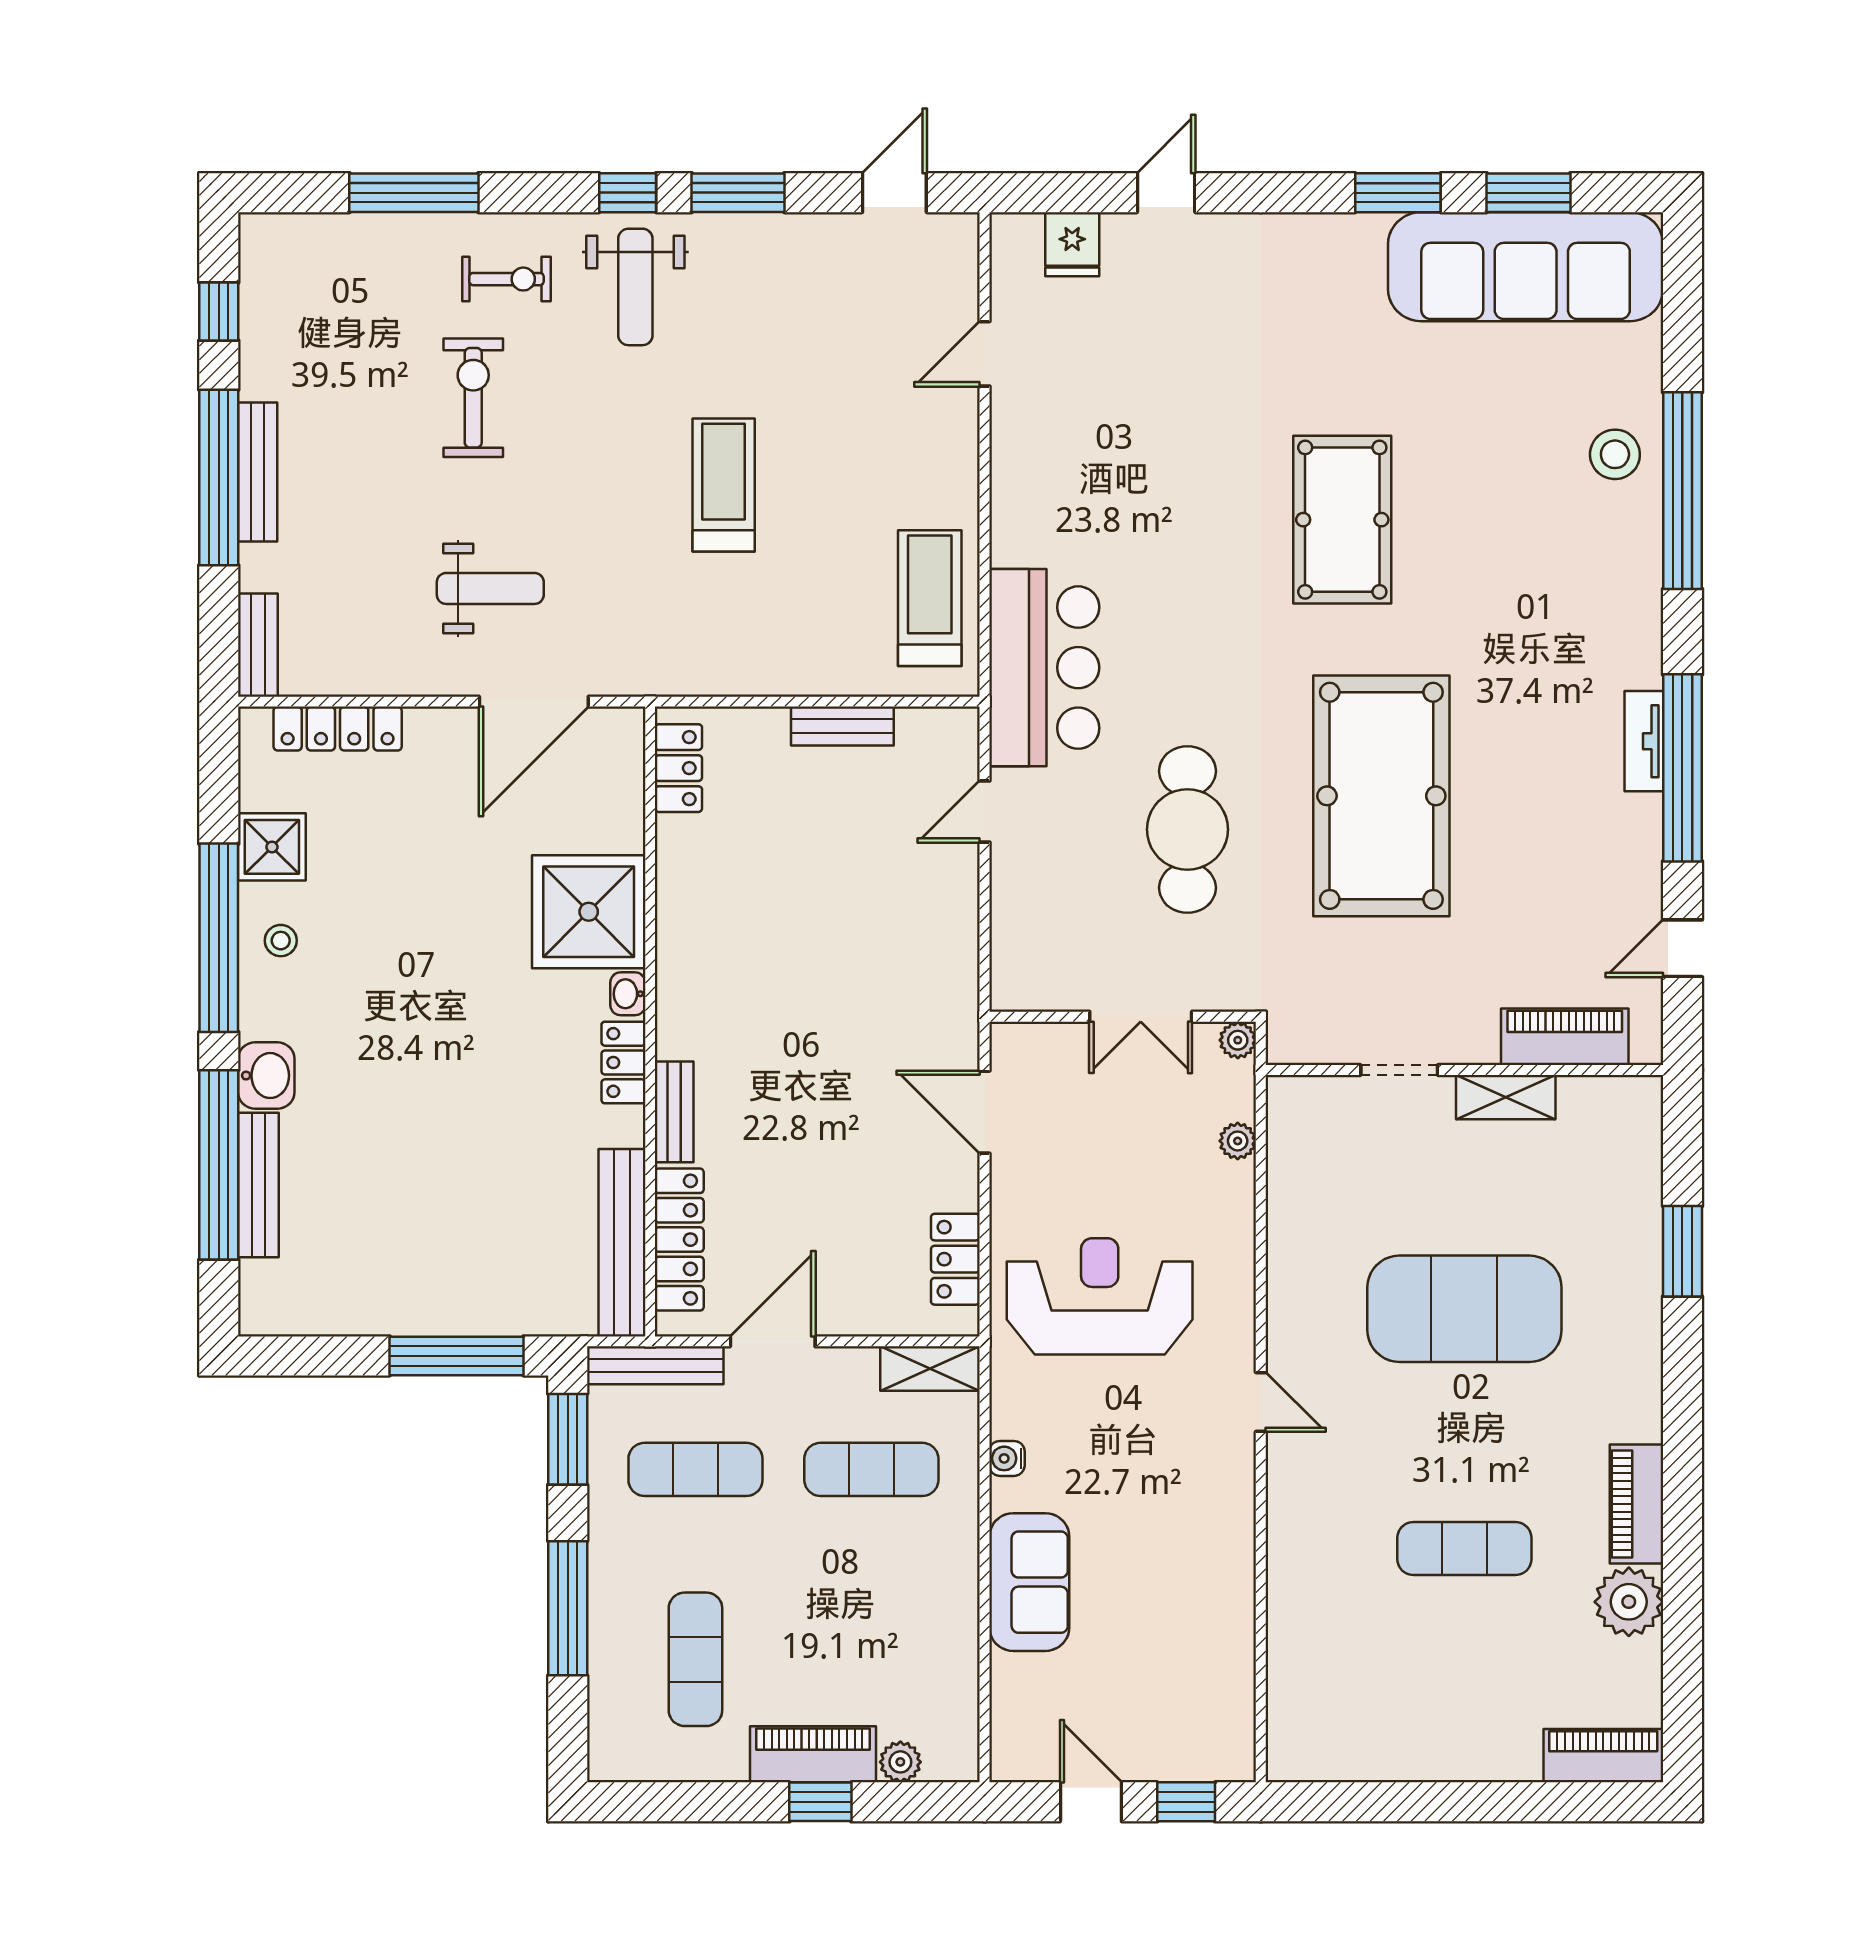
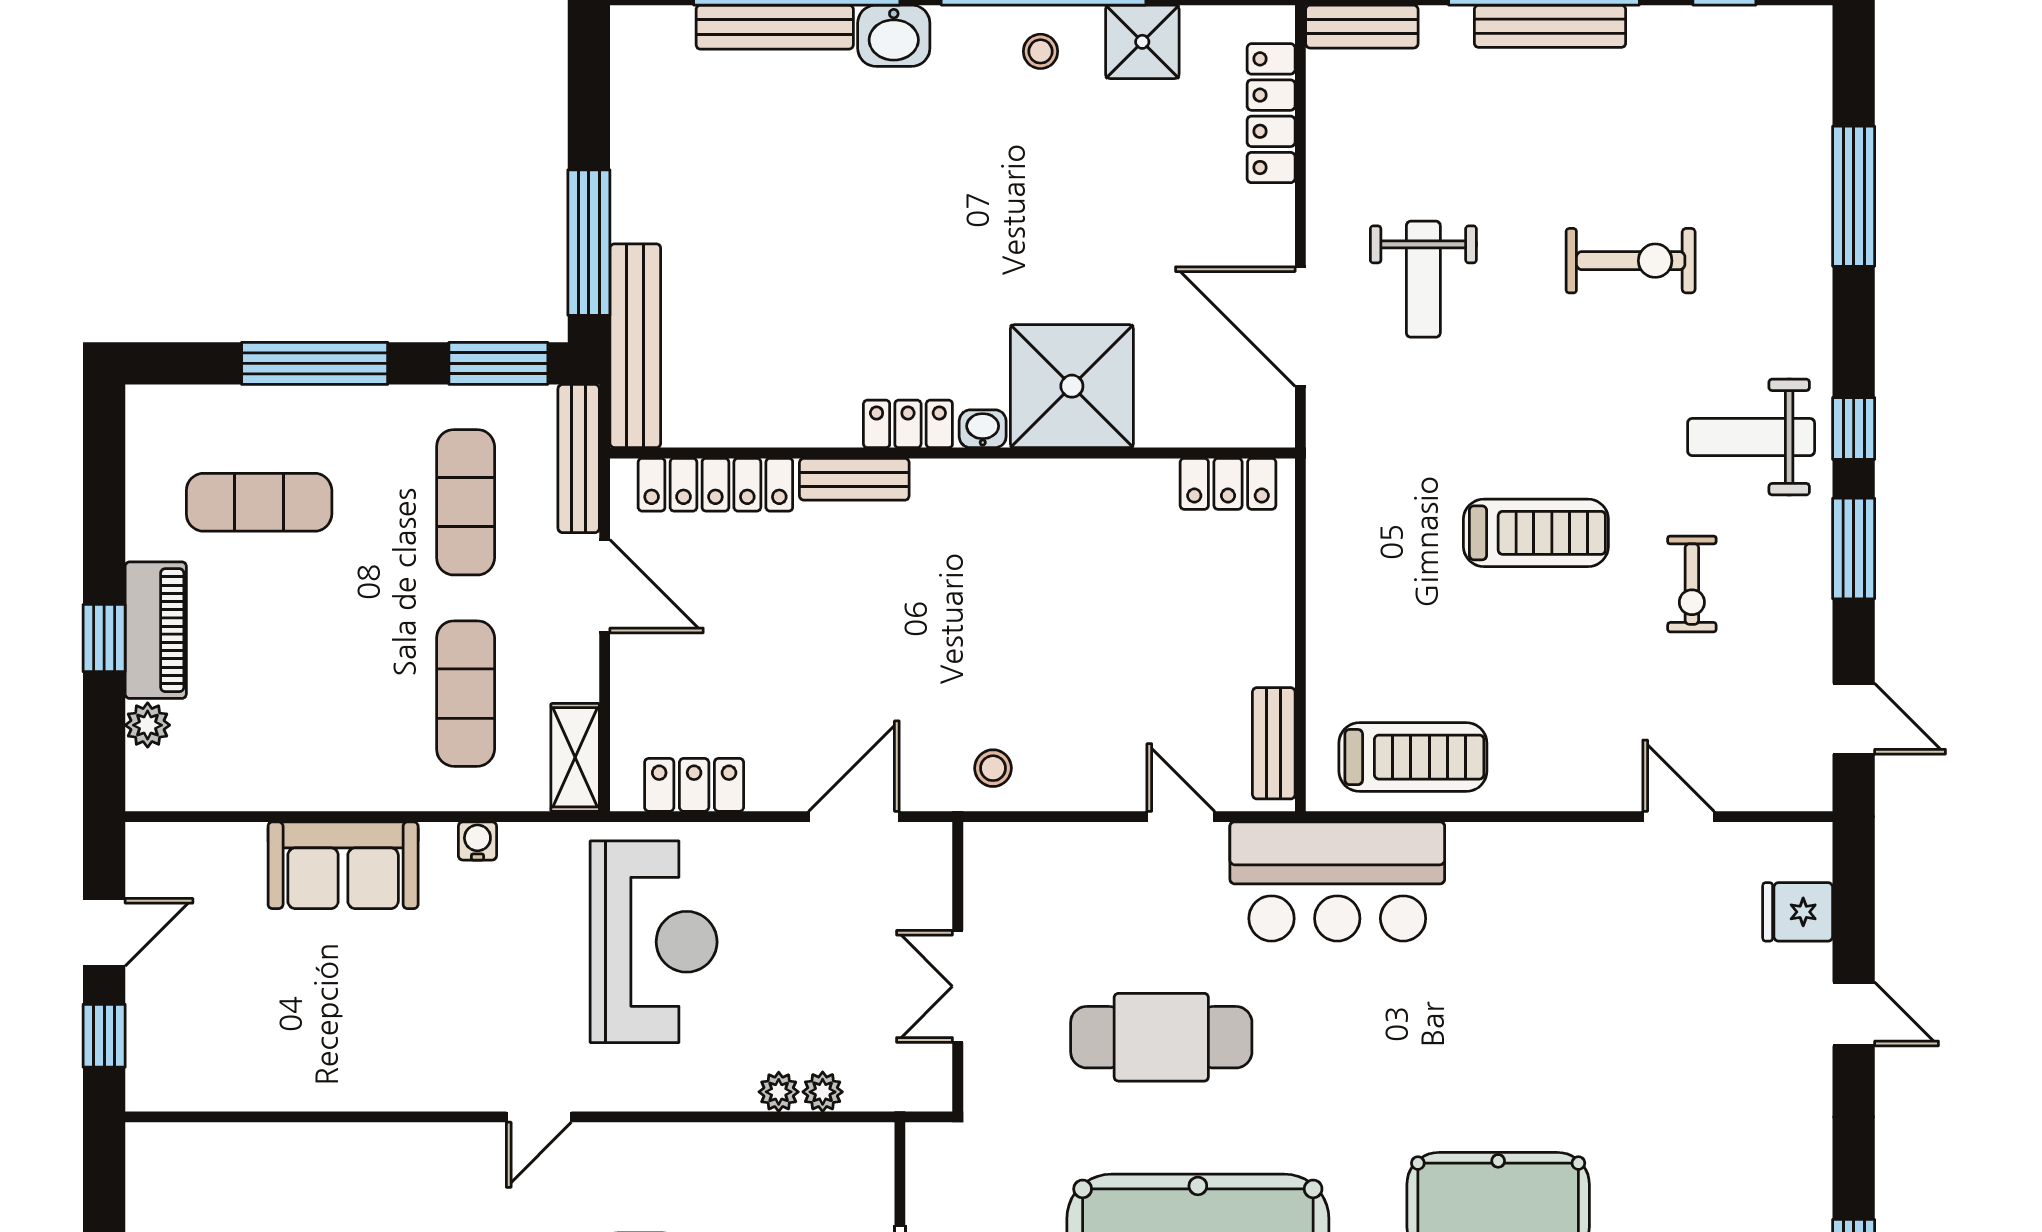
exercise bike: (506, 279) -> (1692, 584), moved
bench: (842, 726) -> (1274, 743), moved
stool: (940, 984) -> (993, 768), added
plant: (1238, 1040) -> (779, 1092), moved
bench: (622, 1243) -> (635, 346), moved, turned 90

